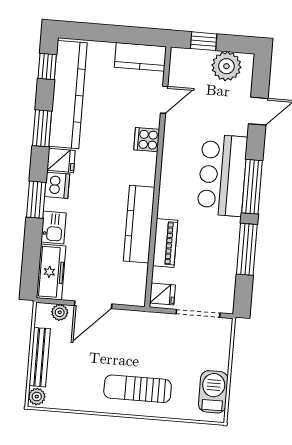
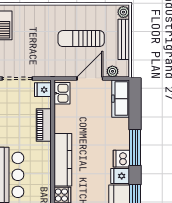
window: (36, 200) -> (135, 147), width x1.44
kitchen counter: (139, 224) -> (63, 160), moved
kitchen sink: (54, 228) -> (62, 93), moved, turned 180
sun lounger: (138, 389) -> (81, 39), moved, turned 180

